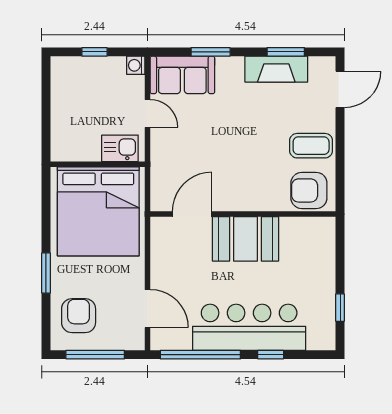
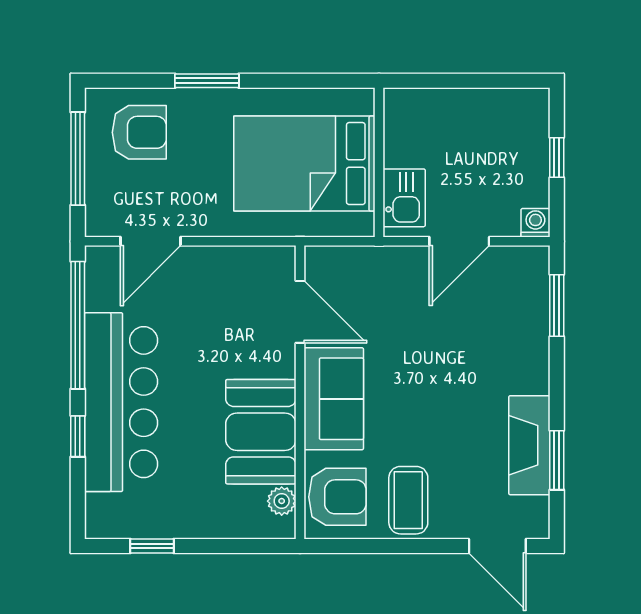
window: (211, 52) -> (557, 305), moved
sofa: (182, 75) -> (334, 399), moved, turned 180
door: (147, 113) -> (459, 241), width x1.38
armchair: (309, 190) -> (337, 497), turned 90
bed: (98, 211) -> (304, 164), width x0.73
plant: (312, 226) -> (282, 501), added
booth: (246, 239) -> (261, 432), moved

